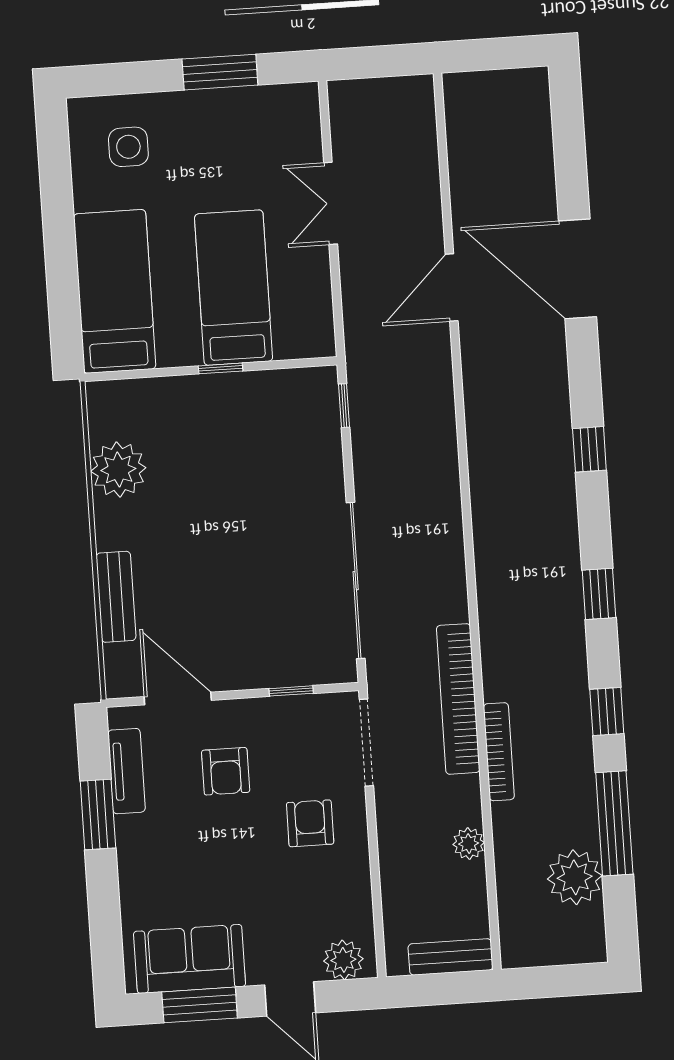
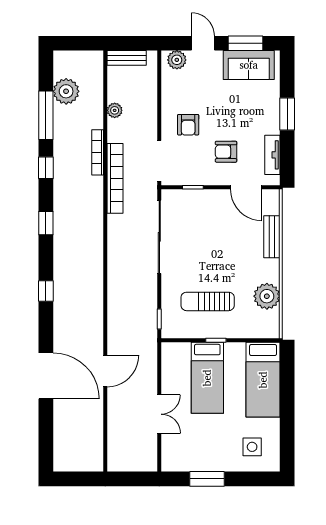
sun lounger: (244, 450) -> (208, 301), added
armchair: (226, 771) -> (226, 152), turned -90
window: (98, 815) -> (287, 114), moved

